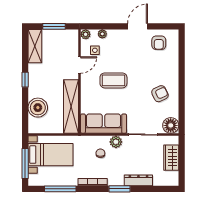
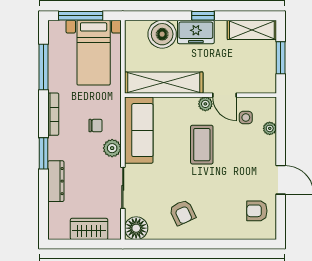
plant: (86, 34) -> (205, 104), moved
freezer: (36, 84) -> (196, 32), added

